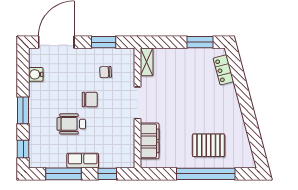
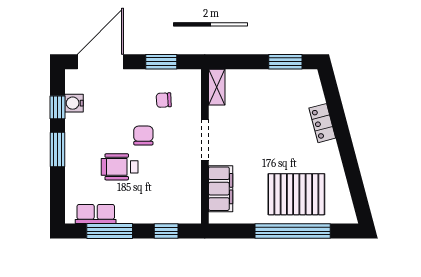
locker: (223, 70) -> (322, 123), moved
chair: (90, 100) -> (143, 136), turned -90
pallet: (209, 145) -> (296, 194), width x1.37, depth x1.41
window: (23, 149) -> (58, 107), moved
row of seats: (83, 161) -> (96, 214), moved

